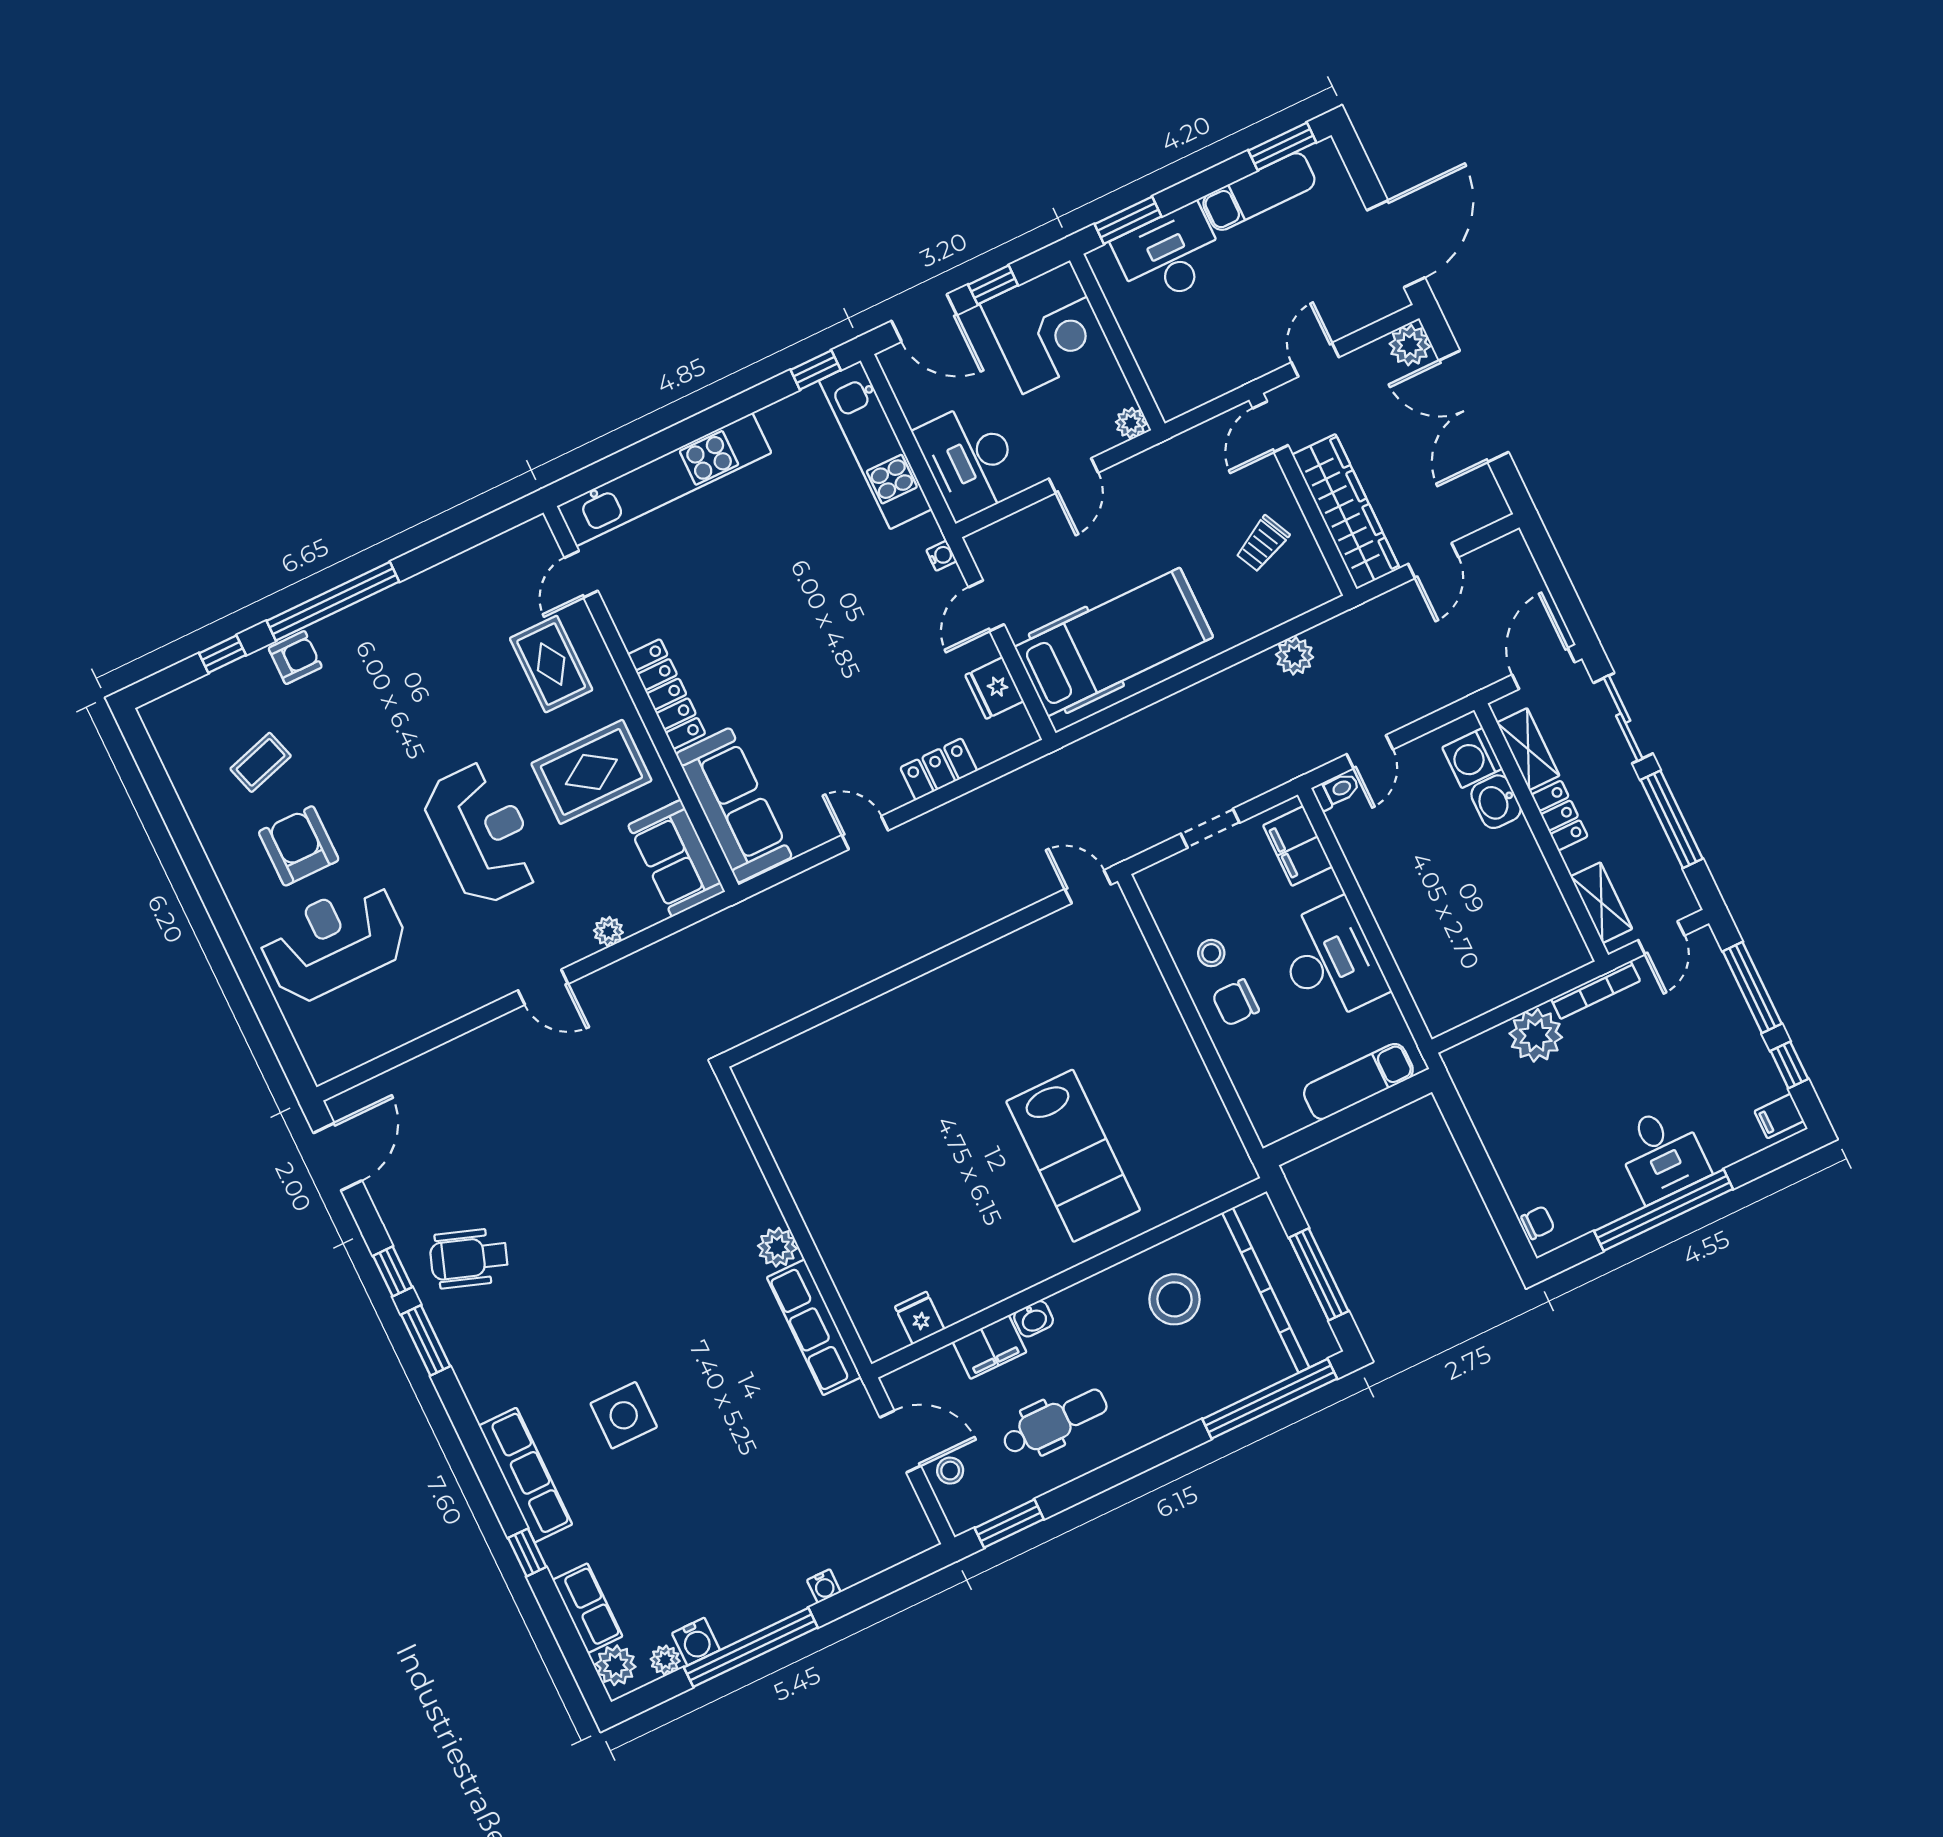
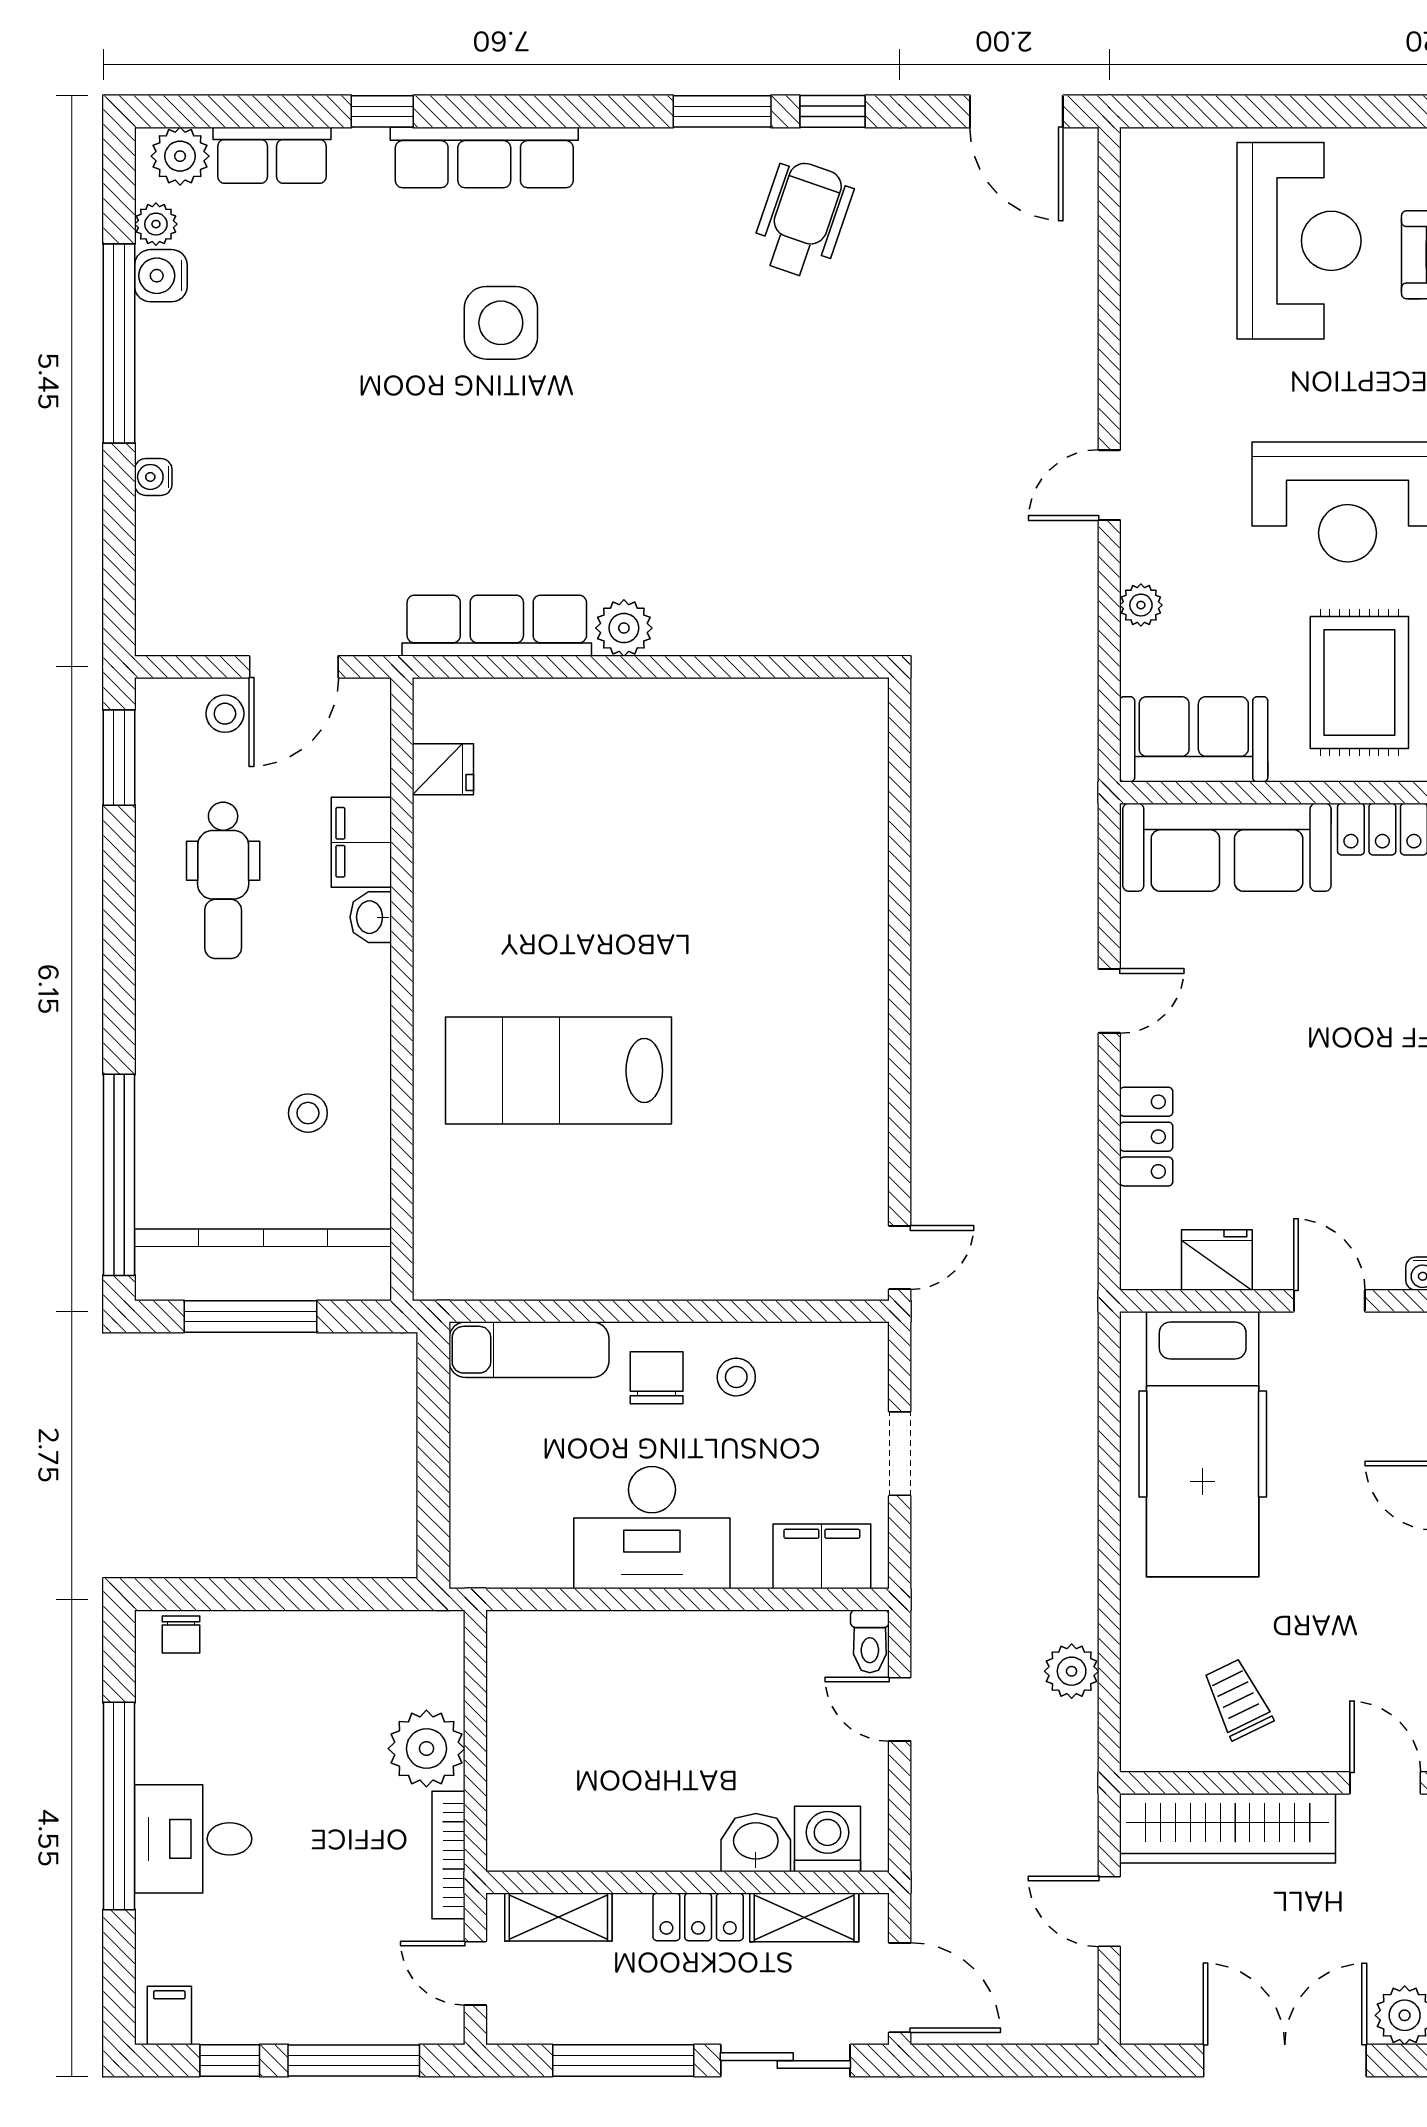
exam couch: (1358, 1082) -> (529, 1350), moved, turned 90
stool: (1175, 1299) -> (308, 1113), width x0.53, depth x0.53

